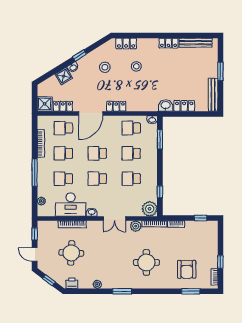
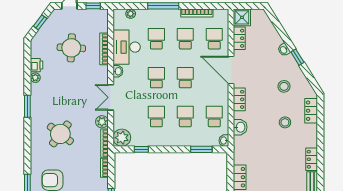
shower: (64, 76) -> (274, 39), removed
washbasin: (166, 105) -> (240, 127), moved
round table: (146, 262) -> (60, 134), turned 37
printer: (72, 283) -> (36, 65), moved

